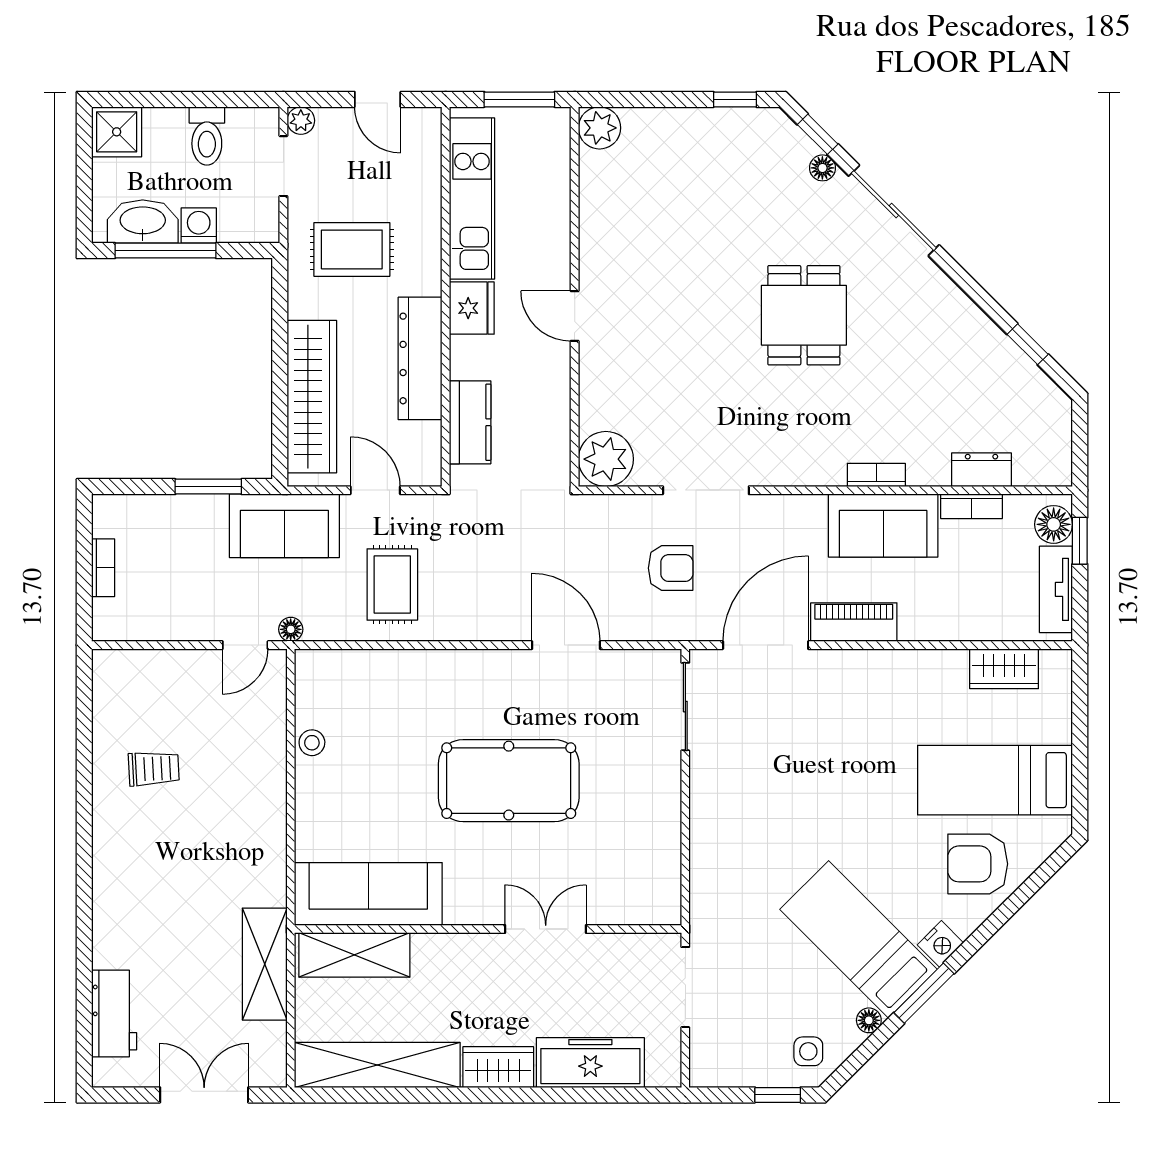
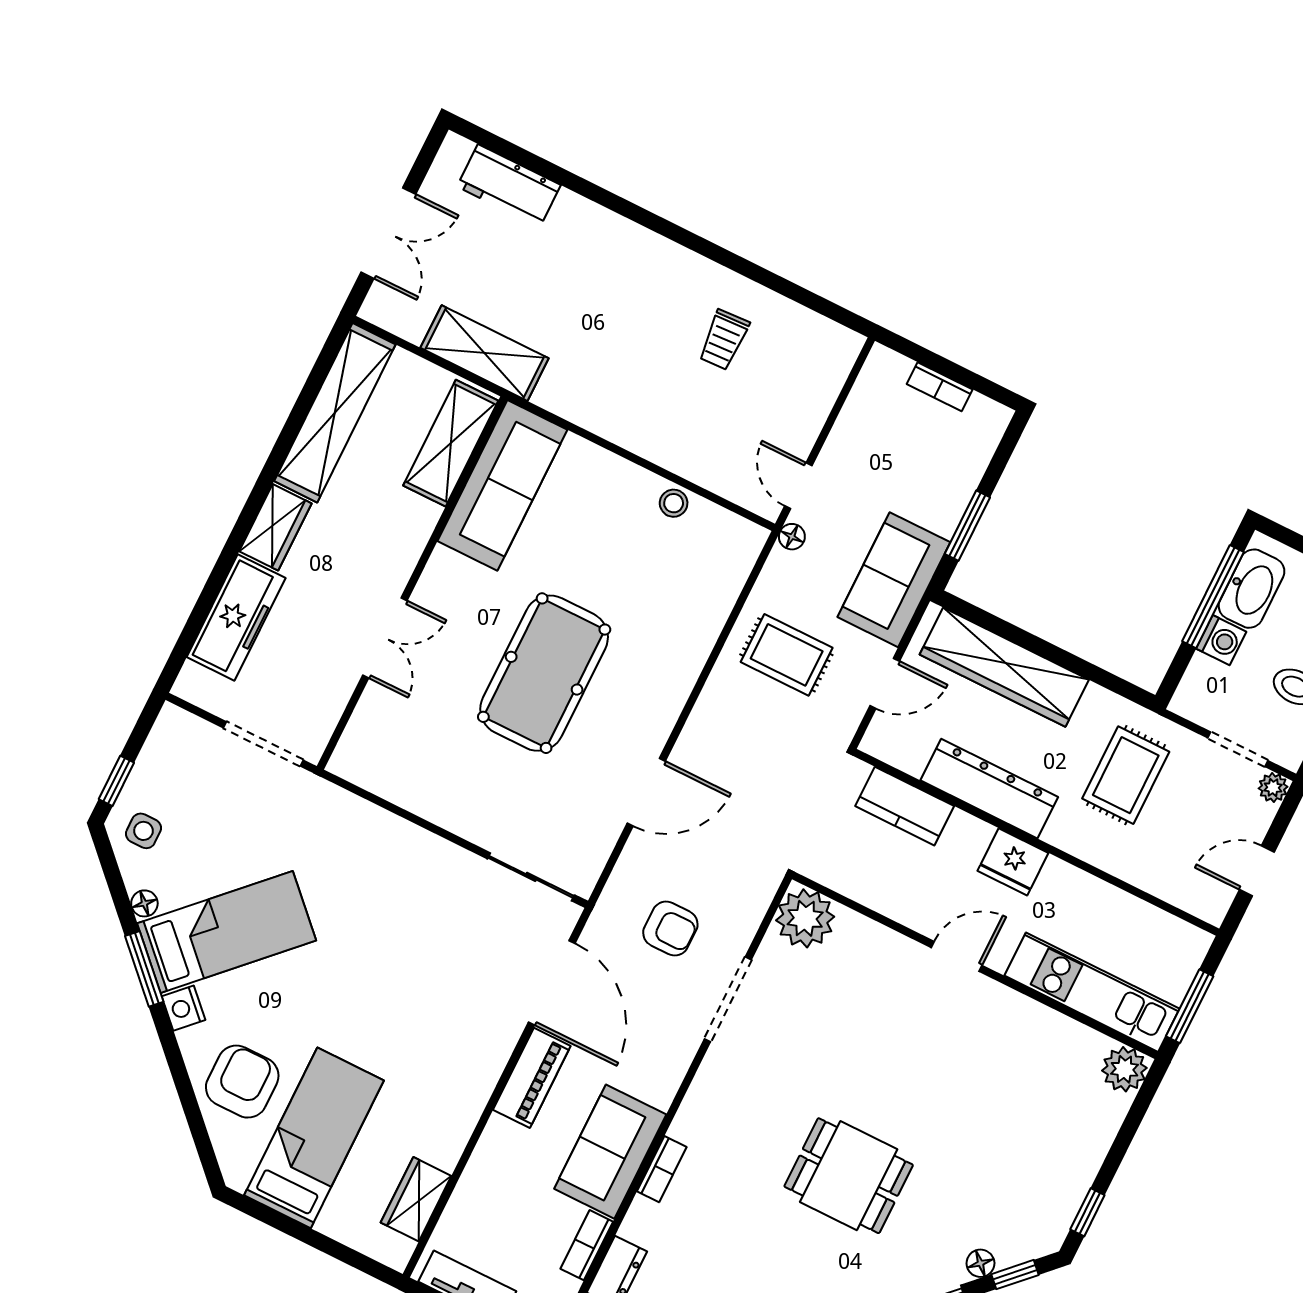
kitchen unit: (472, 199) -> (1092, 992), moved, turned 180
armchair: (671, 568) -> (670, 929), turned -90

